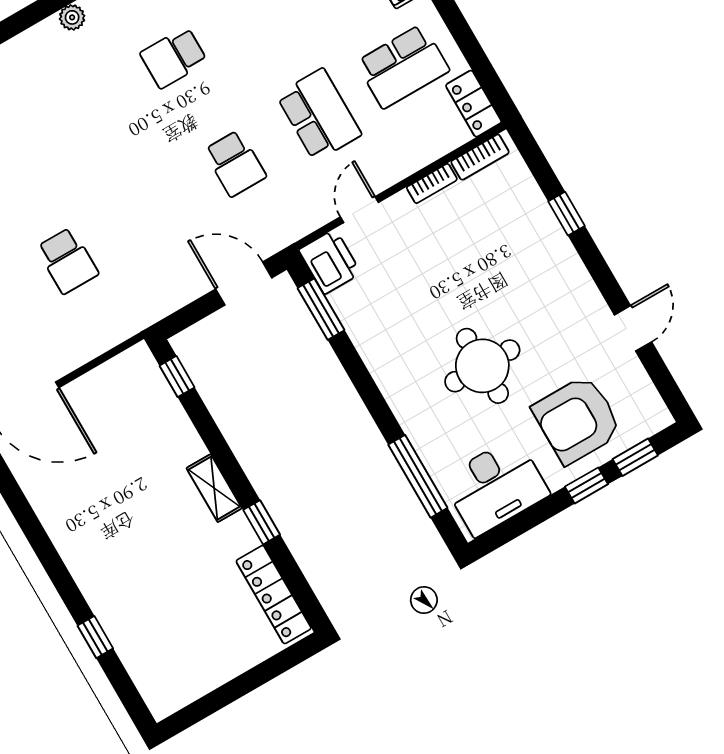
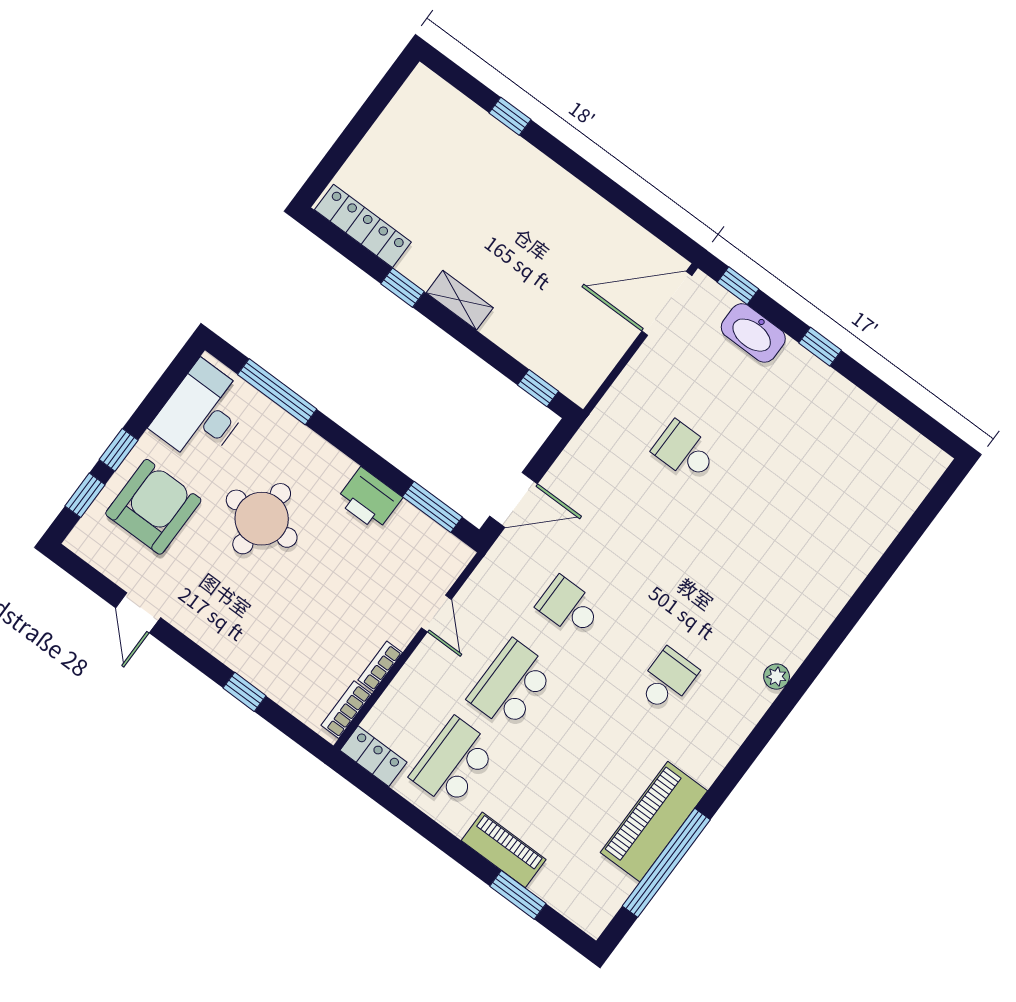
school desk: (319, 115) -> (511, 685), turned 90
printer: (330, 262) -> (369, 499), moved

